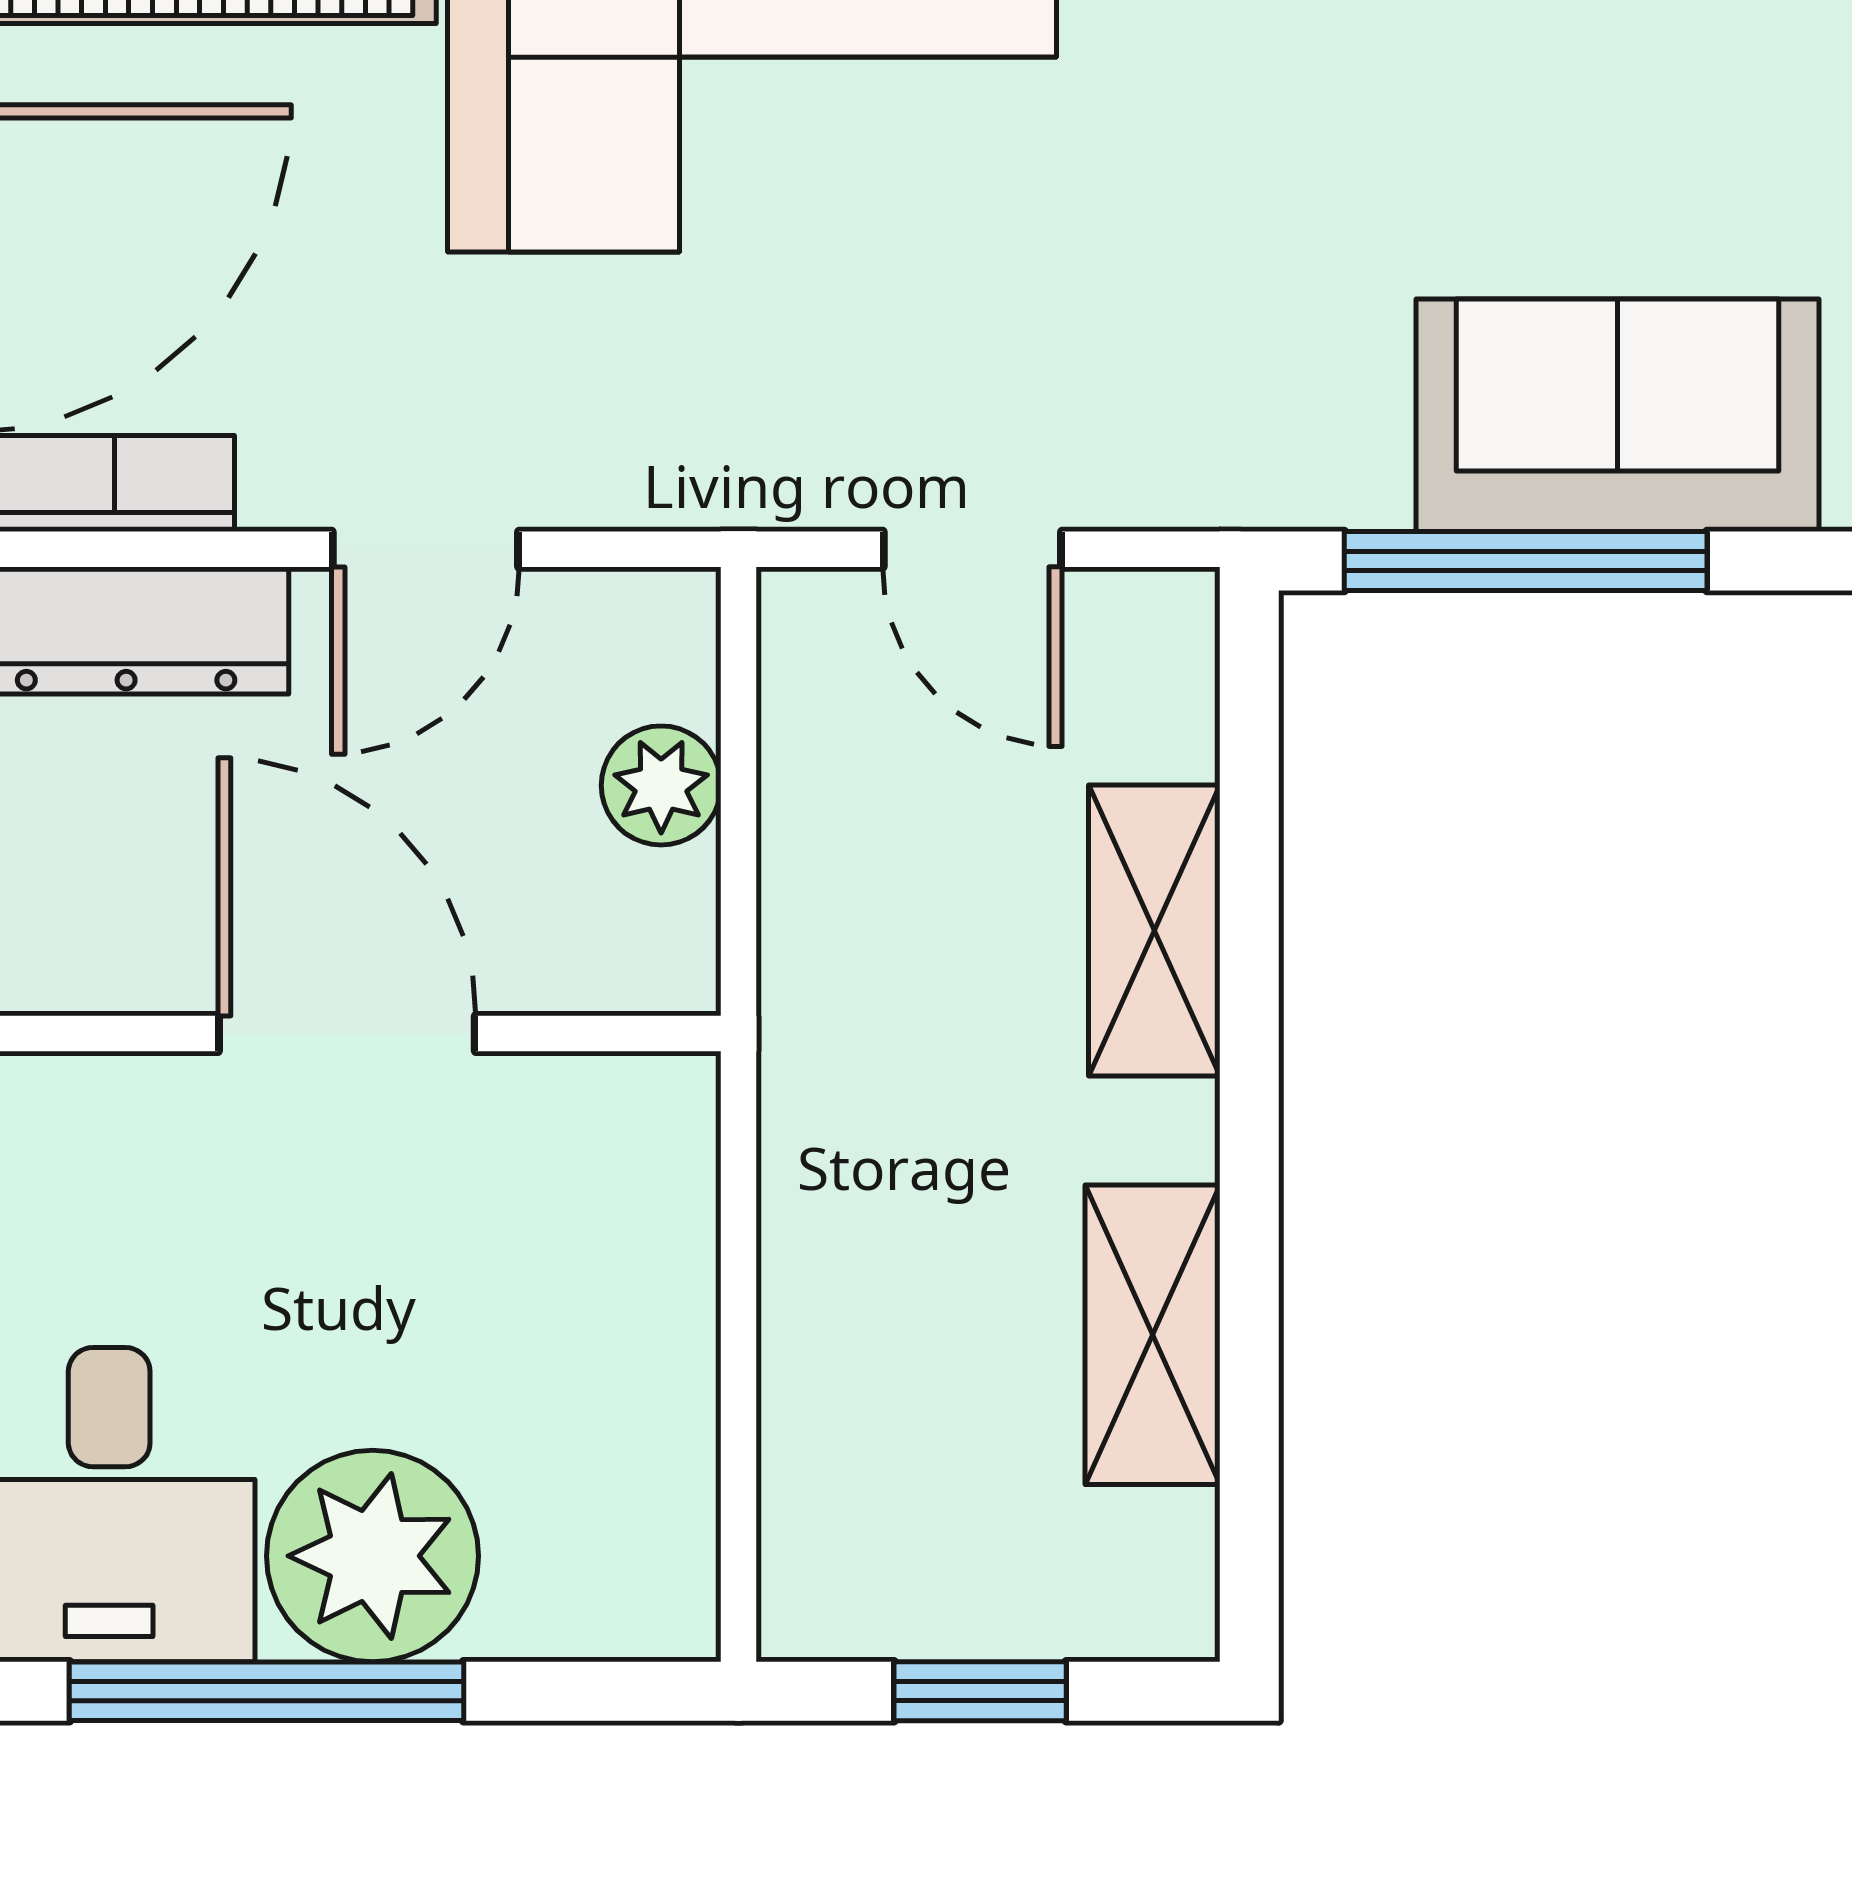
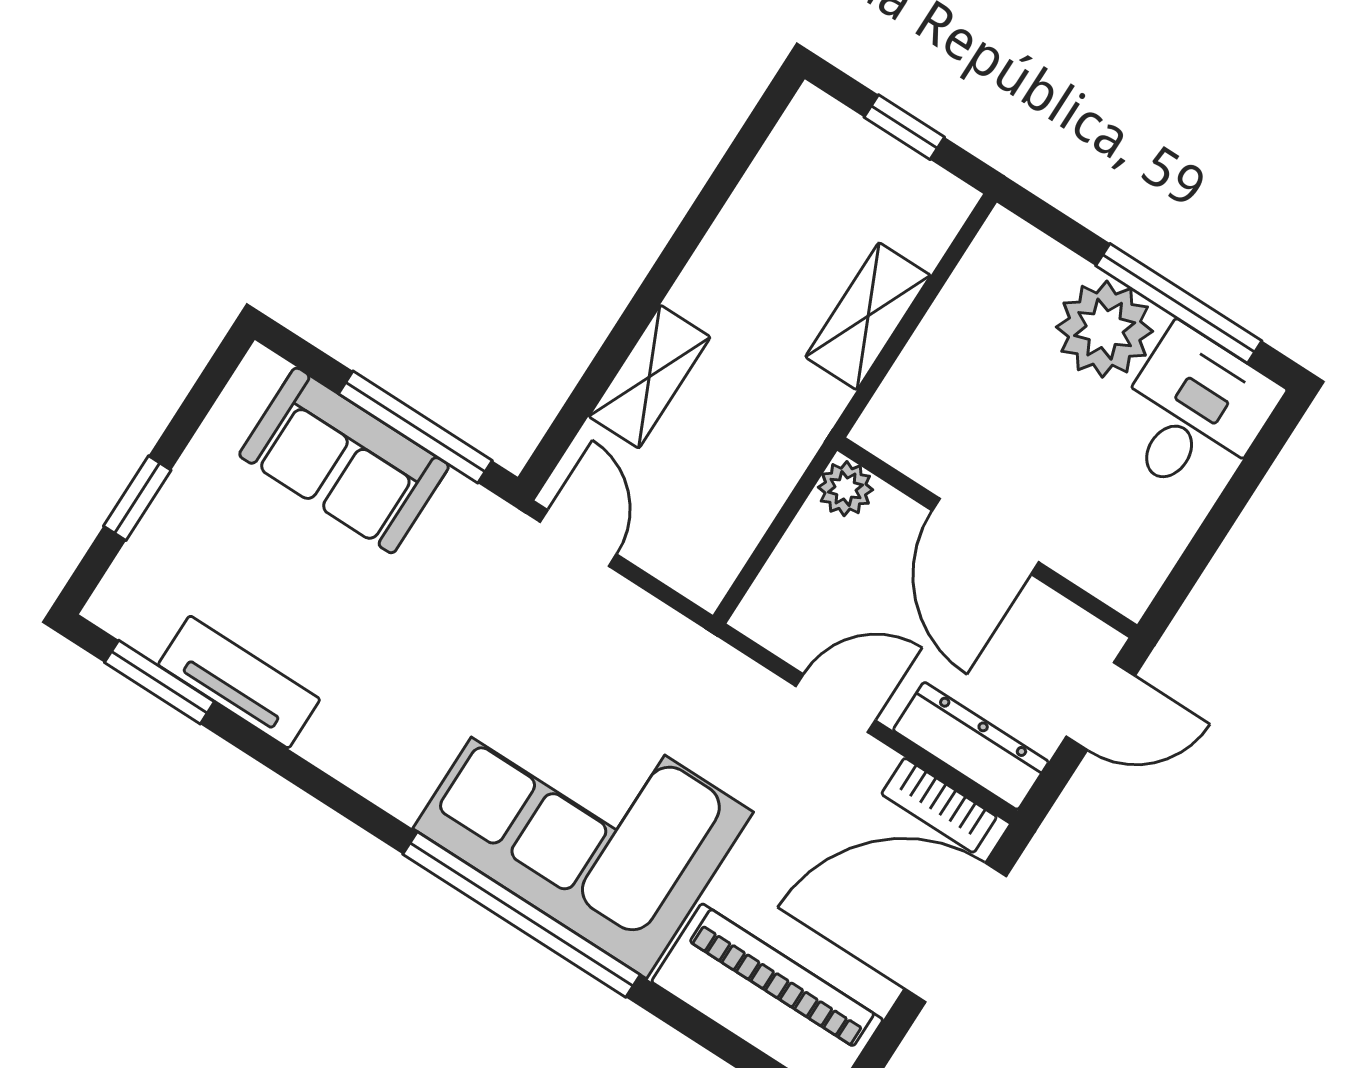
door: (972, 549) -> (578, 538), moved
plant: (661, 785) -> (845, 489), moved
shelving: (1152, 1335) -> (868, 316), moved

